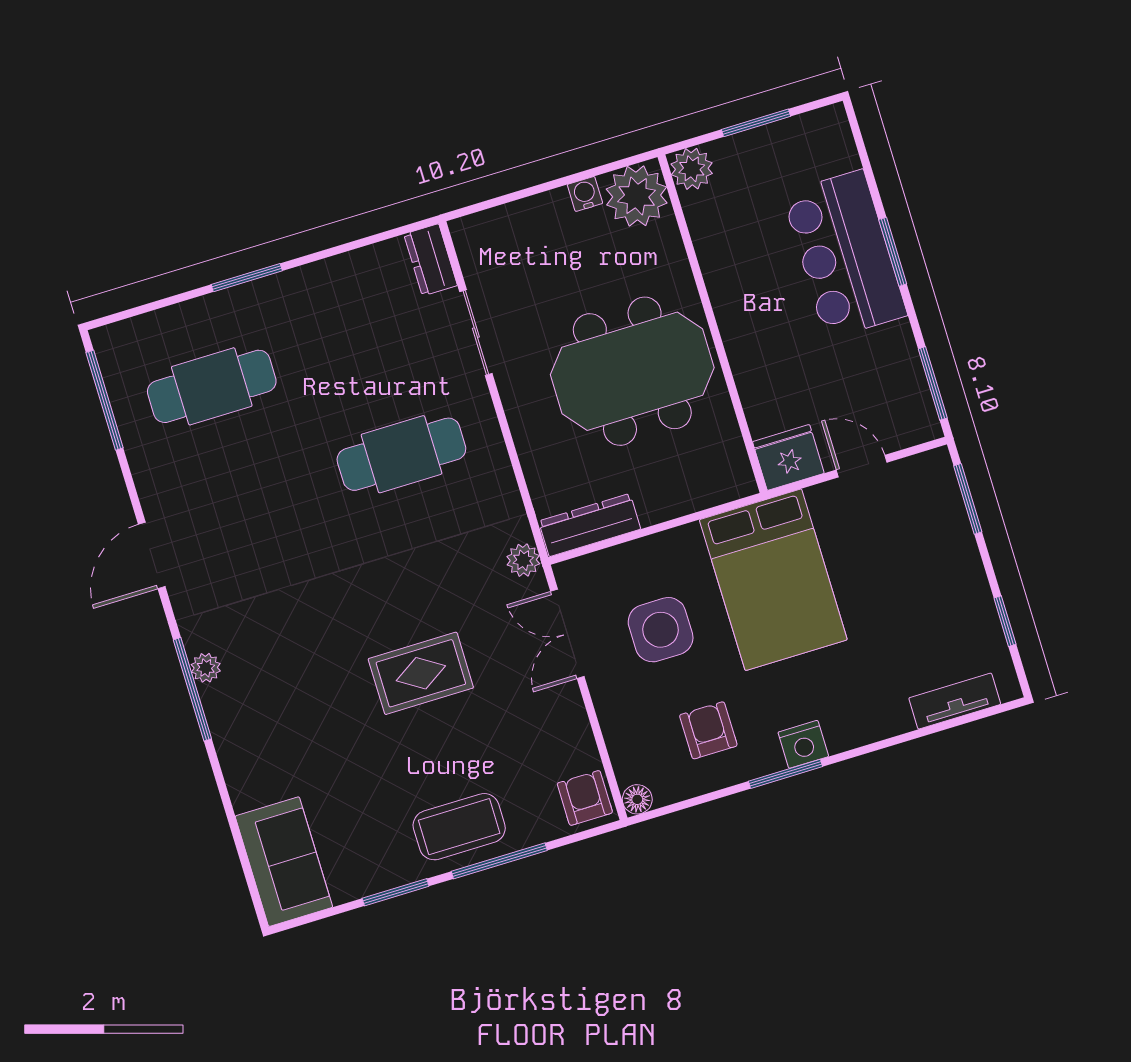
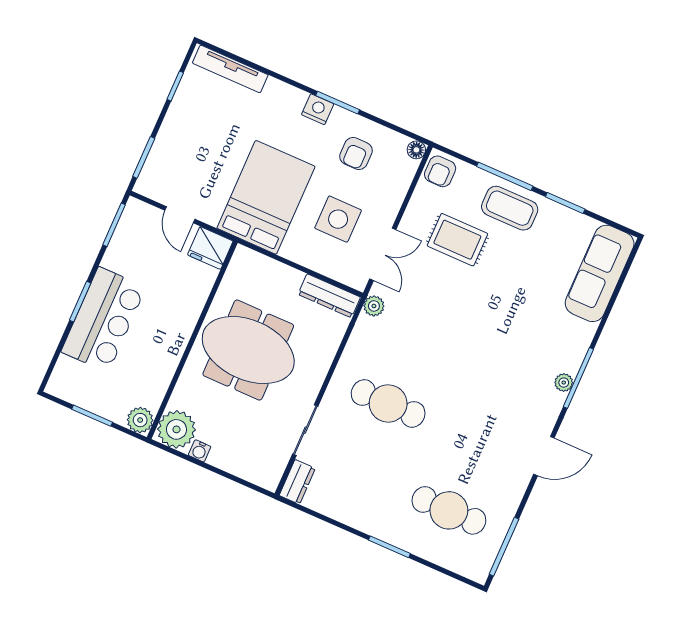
rug: (421, 673) -> (457, 240), moved
tv unit: (955, 701) -> (230, 69), width x1.41
sofa: (284, 862) -> (600, 273), width x1.36

